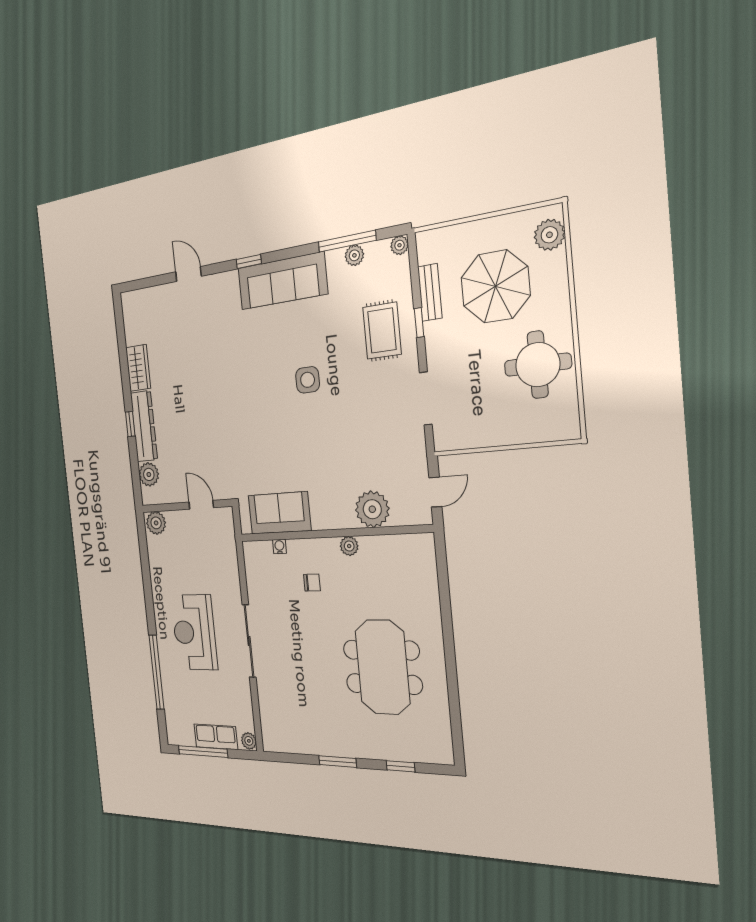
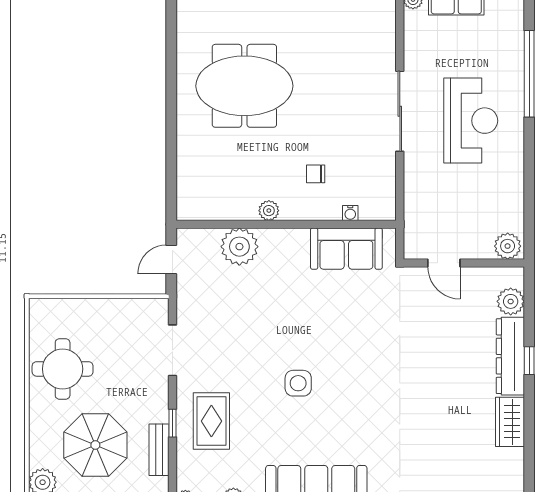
meeting table: (382, 667) -> (244, 86), turned 90

